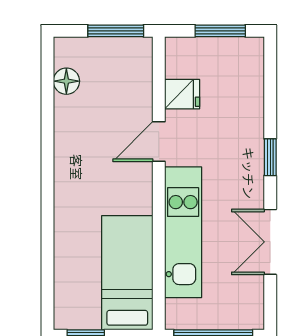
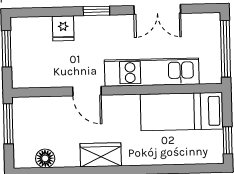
fridge: (182, 94) -> (63, 28), moved, turned 180
wardrobe: (70, 159) -> (101, 155), added

